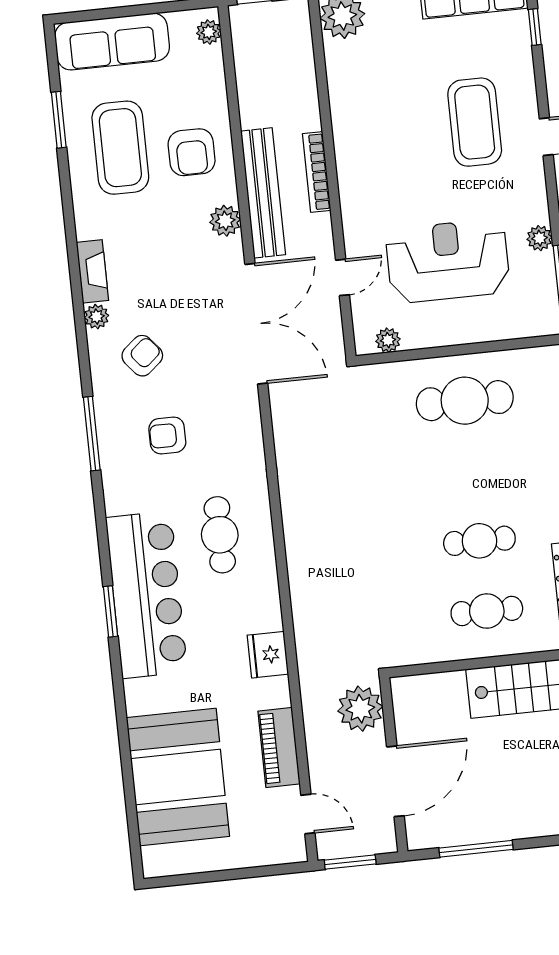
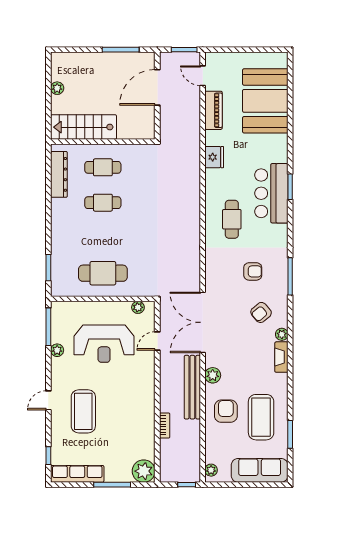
bookcase: (317, 172) -> (165, 425), moved, width x0.64
bar counter: (147, 595) -> (271, 193), width x0.73
plant: (360, 709) -> (171, 125), removed

